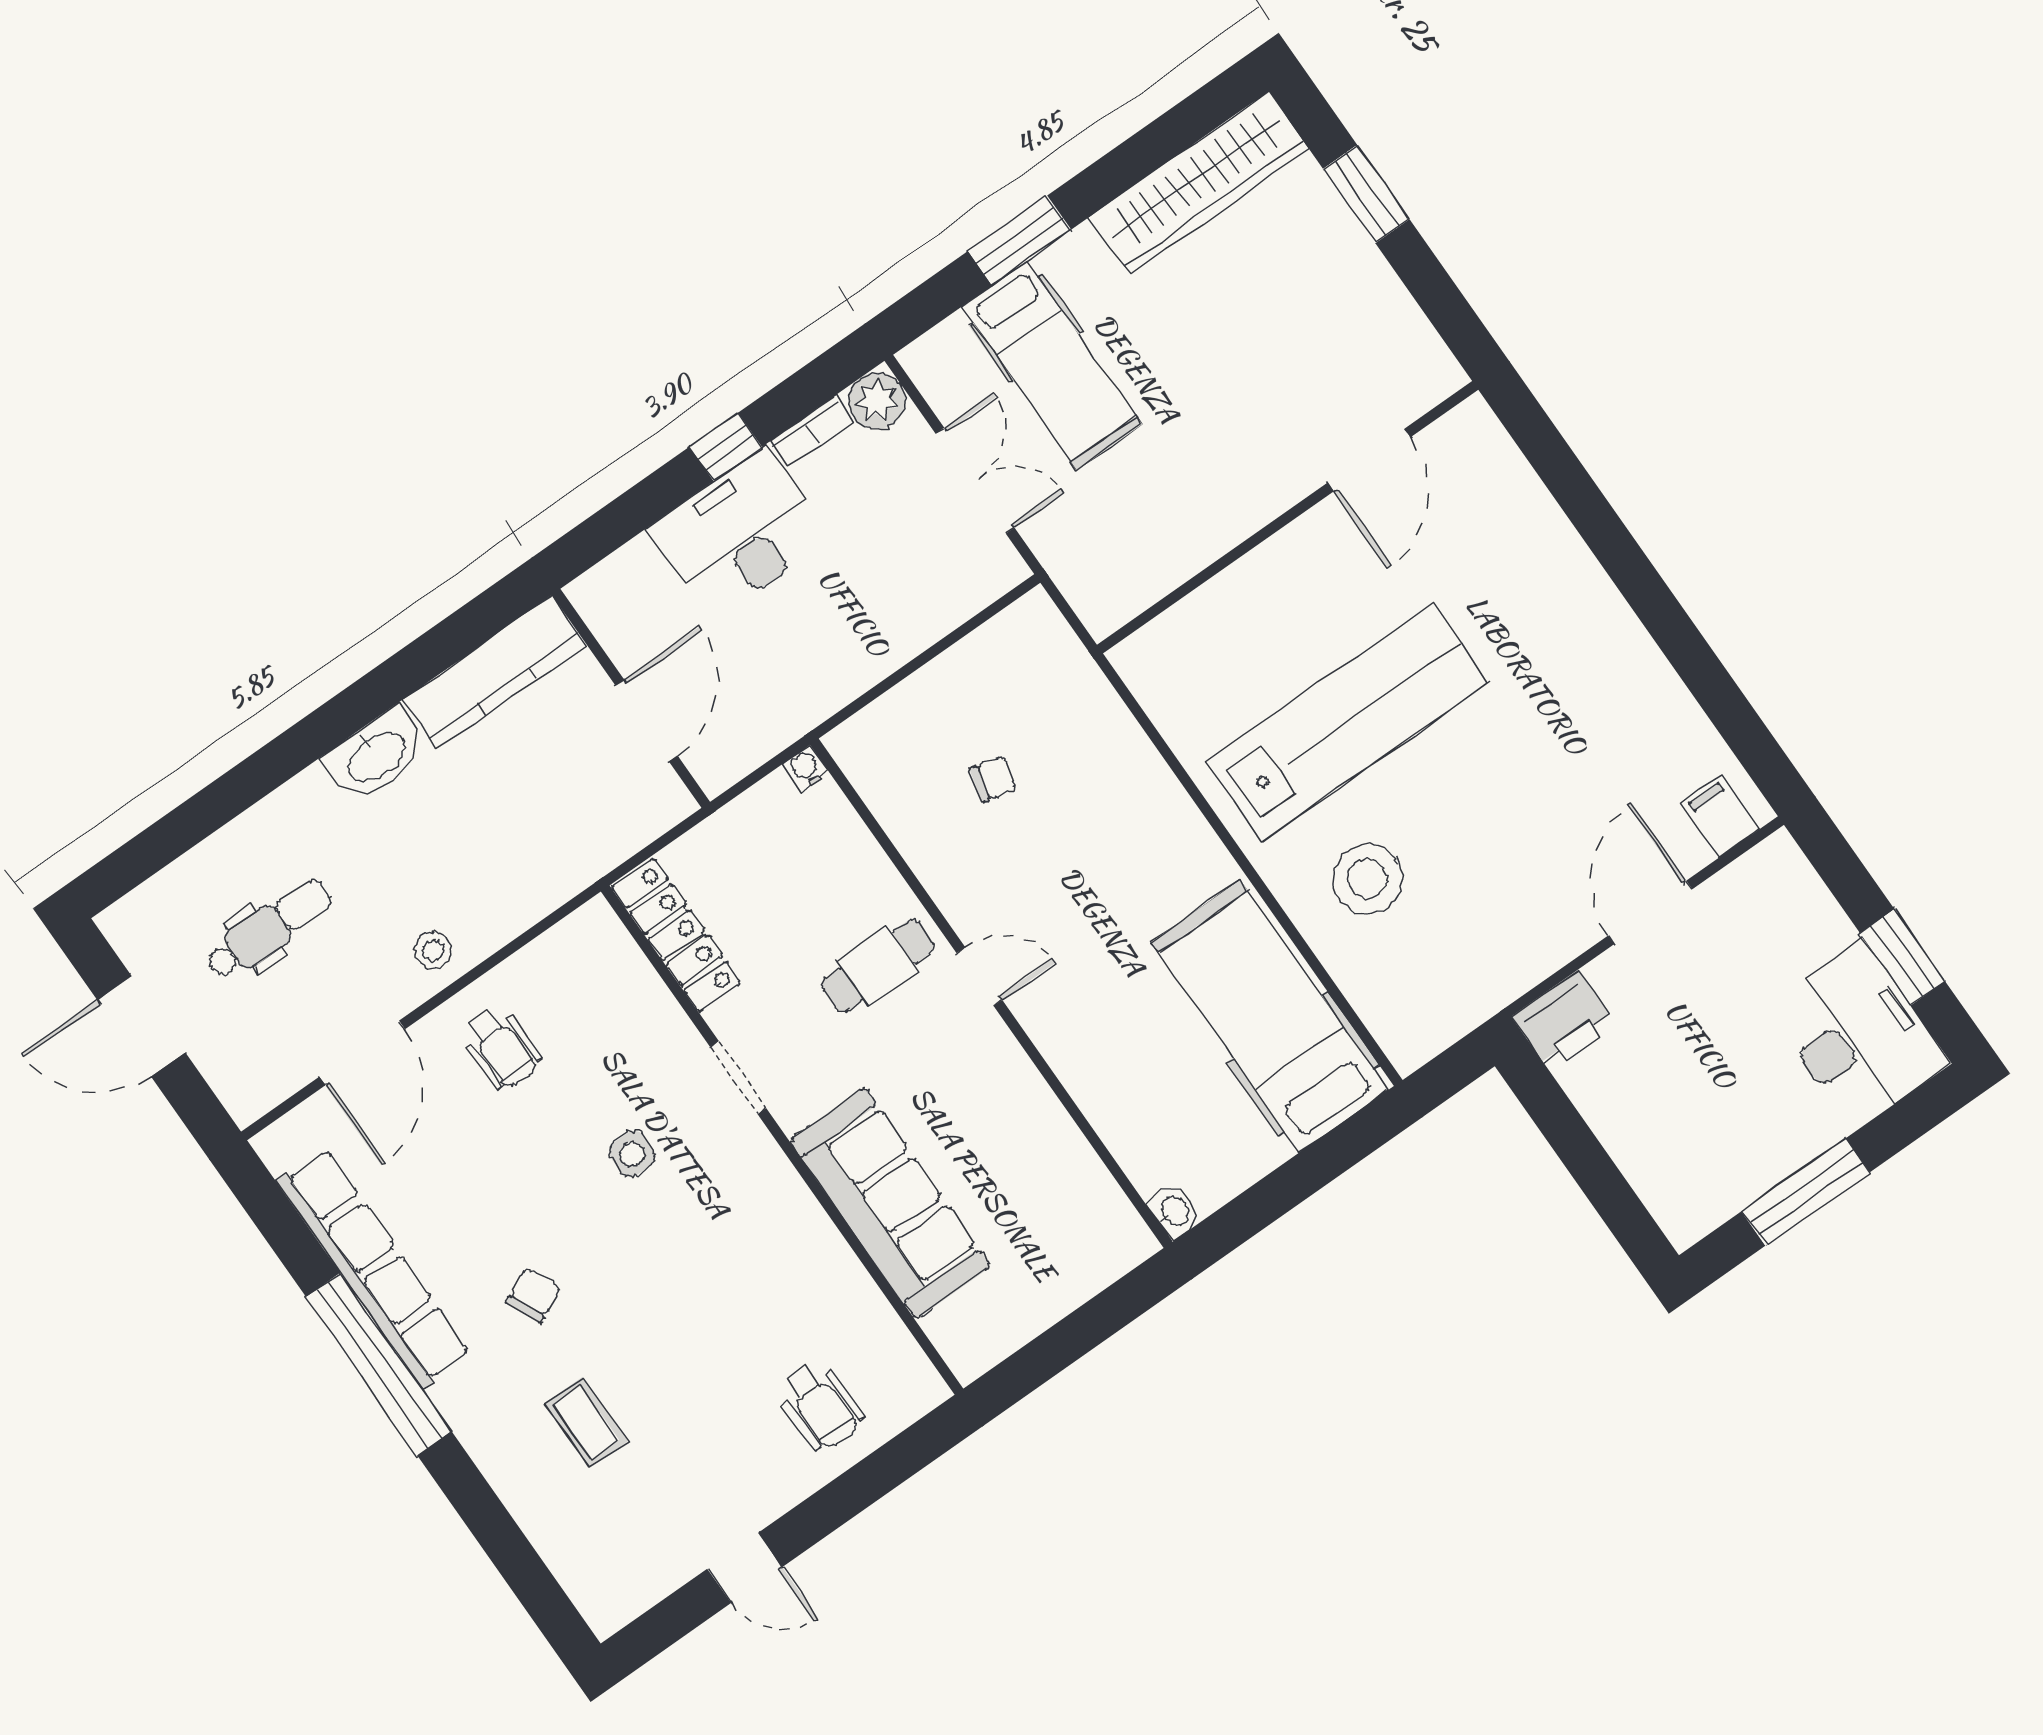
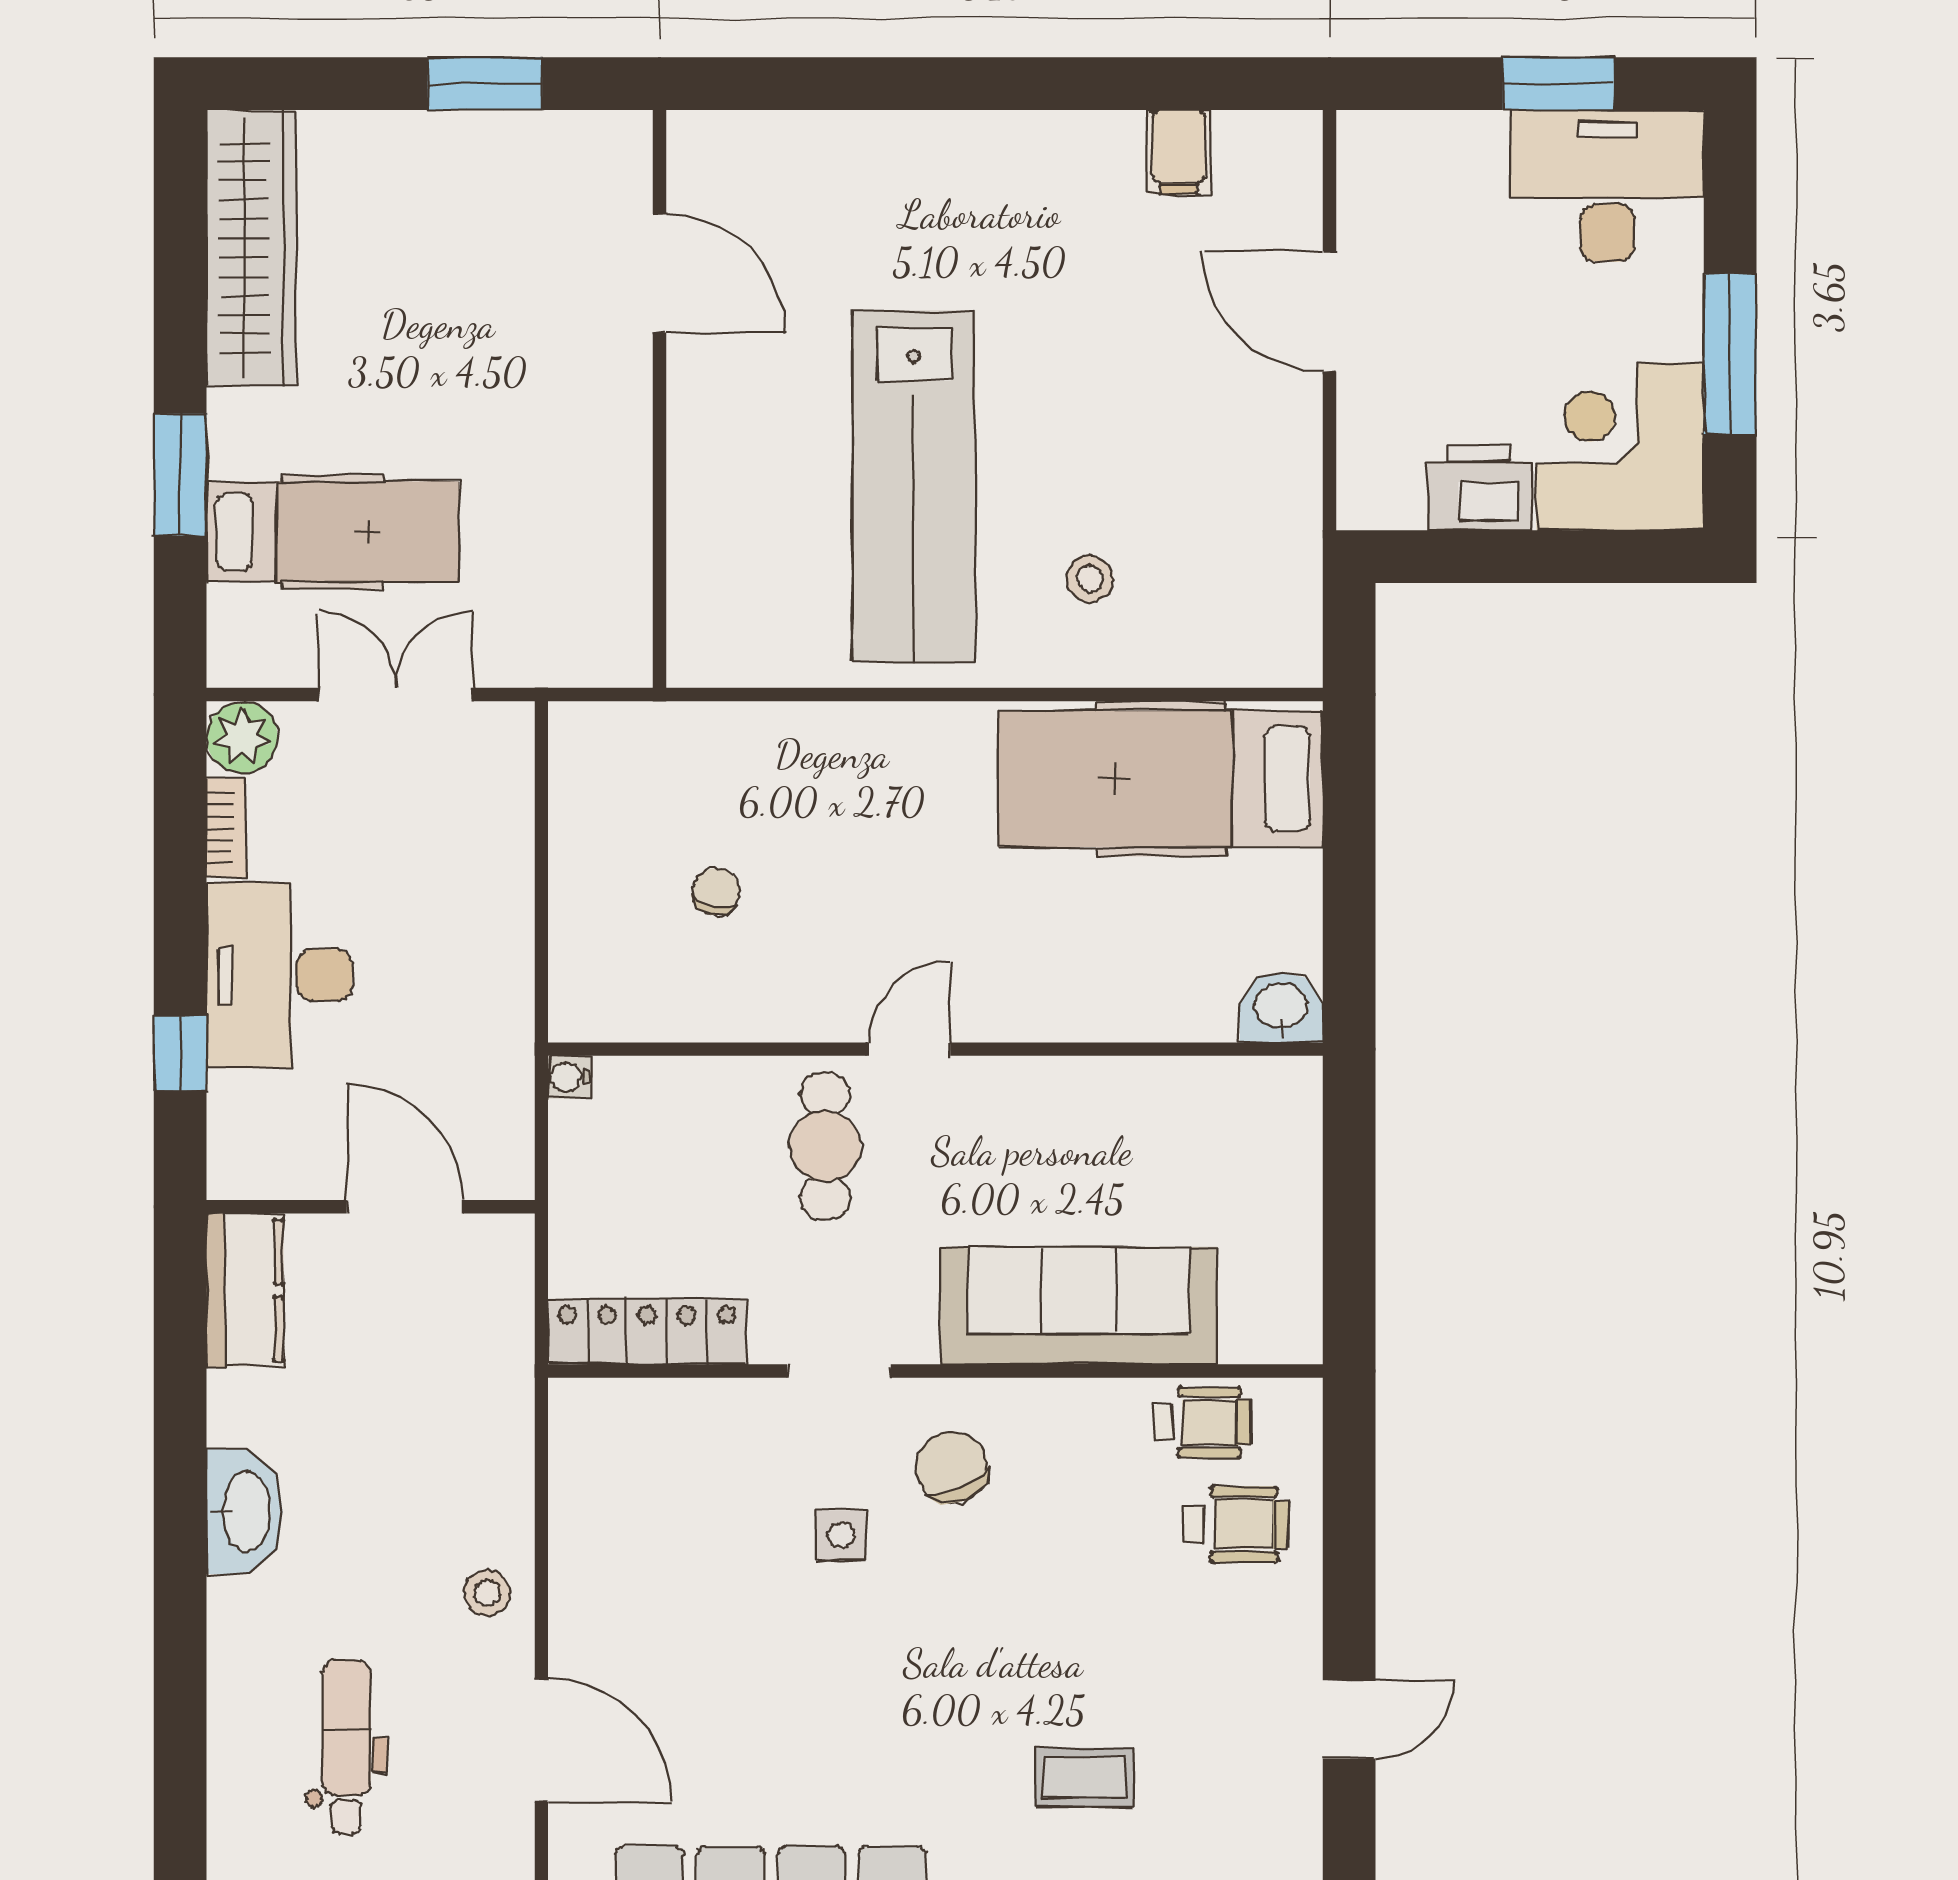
window: (1366, 194) -> (485, 84), moved
window: (726, 447) -> (180, 1053), moved
kitchen counter: (494, 672) -> (245, 1290), width x0.67
lab bench: (1347, 722) -> (914, 486), turned 180
filing cabinet: (1720, 816) -> (1179, 152), moved, turned -90
stool: (1367, 879) -> (1090, 579), width x0.53, depth x0.53
printer: (1564, 1021) -> (1479, 487), moved, turned -90
wheelchair: (501, 1047) -> (1202, 1422), moved
corner desk: (1695, 1163) -> (1620, 447), added
washbasin: (1174, 1211) -> (1281, 1007), width x1.38, depth x1.45
chair: (533, 1295) -> (952, 1467), moved, width x1.37, depth x1.37

